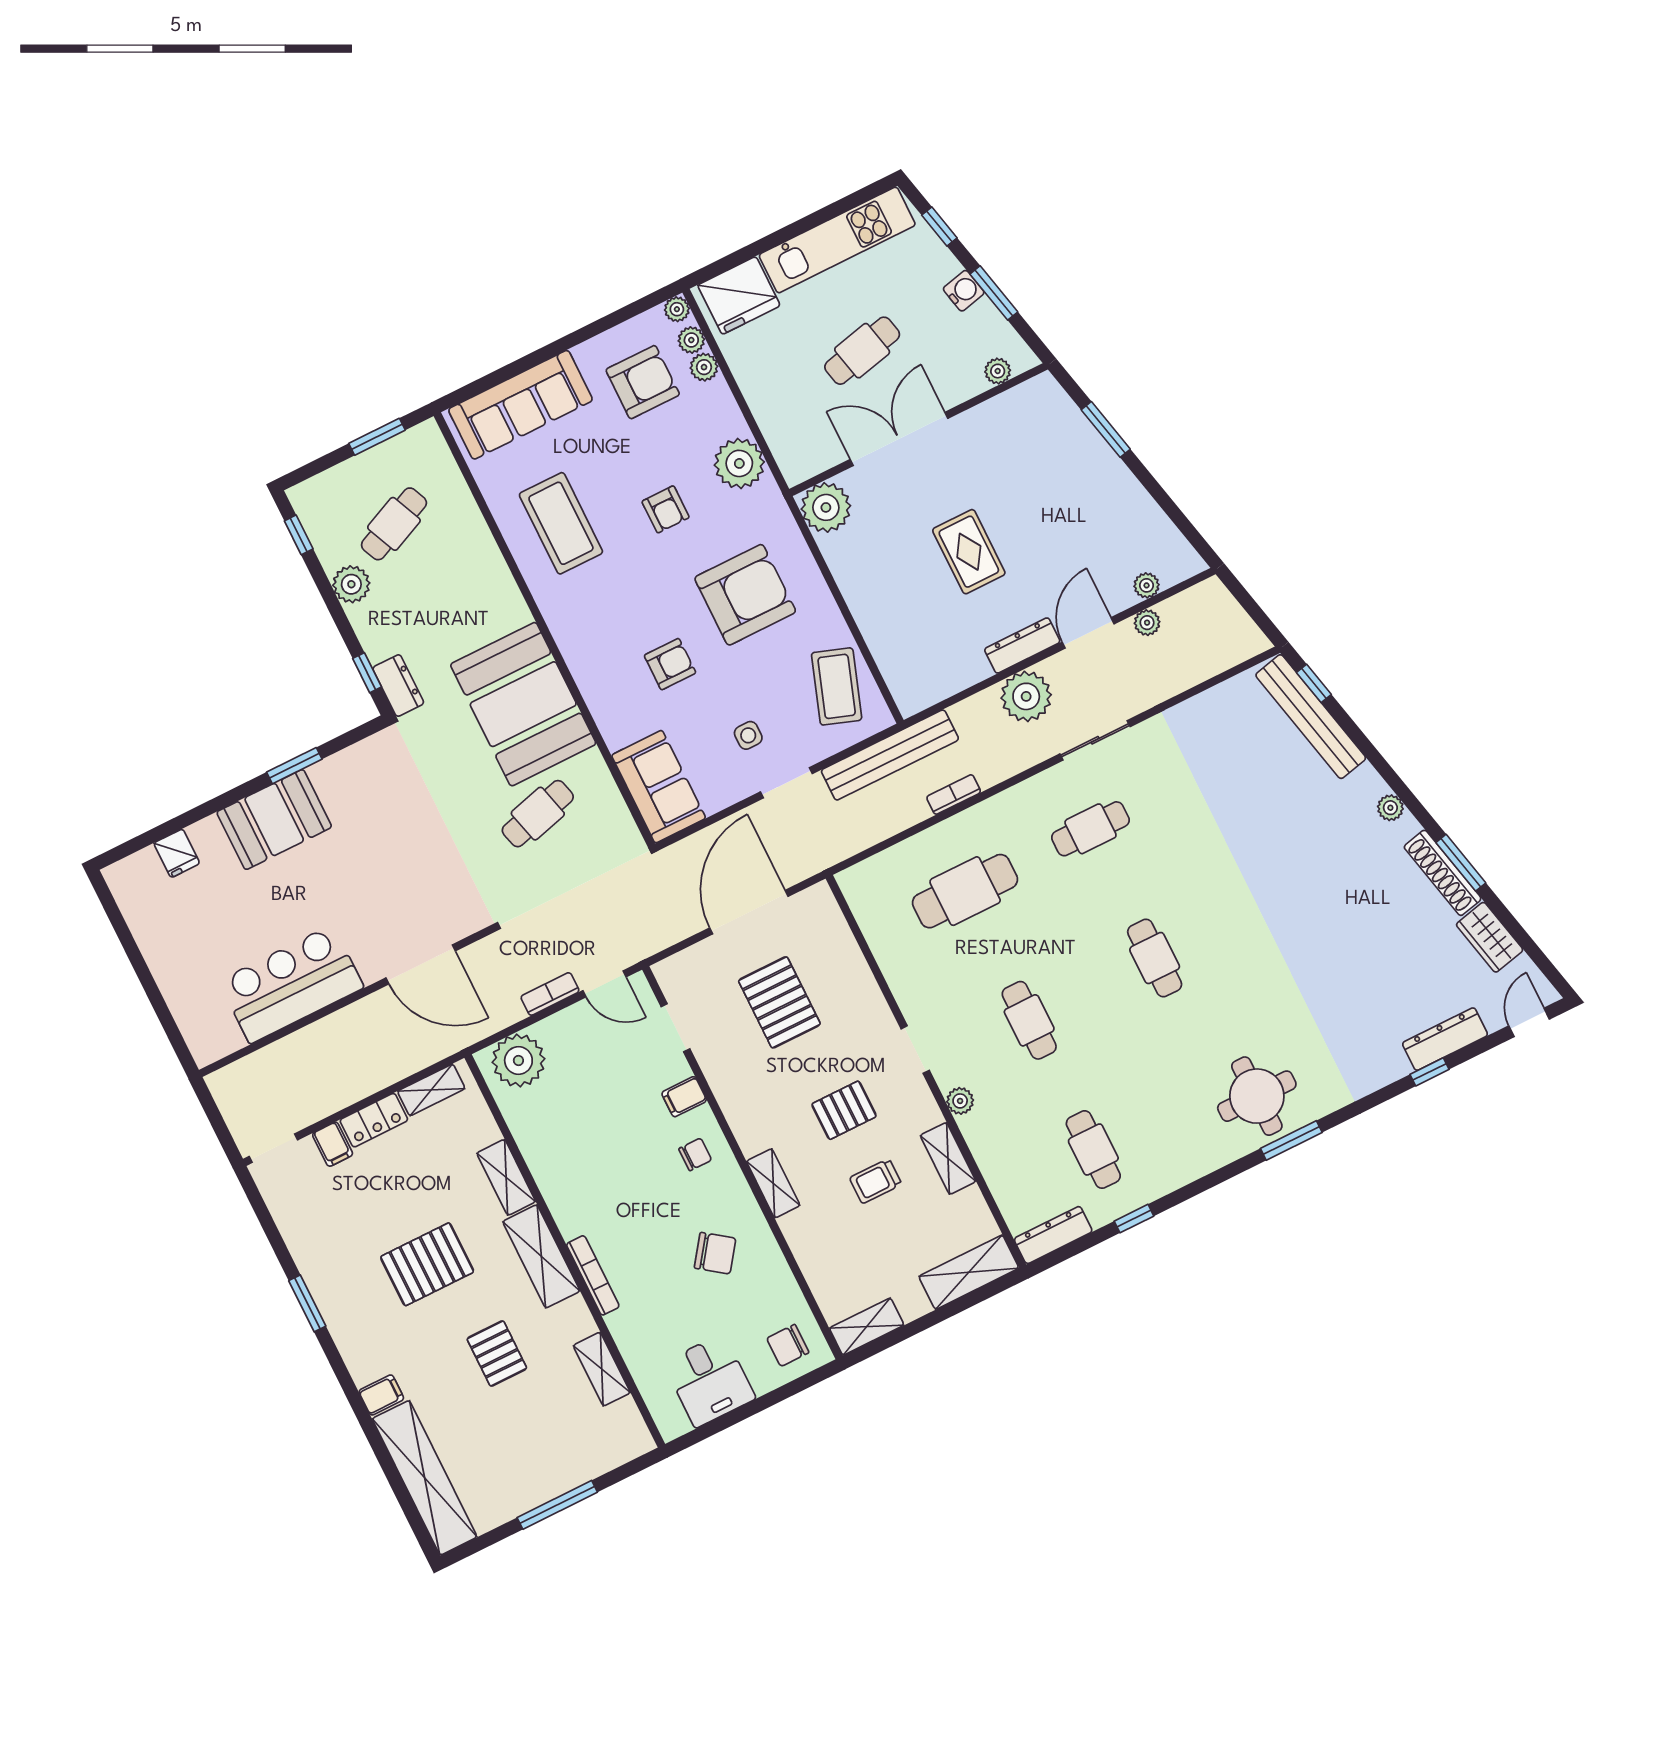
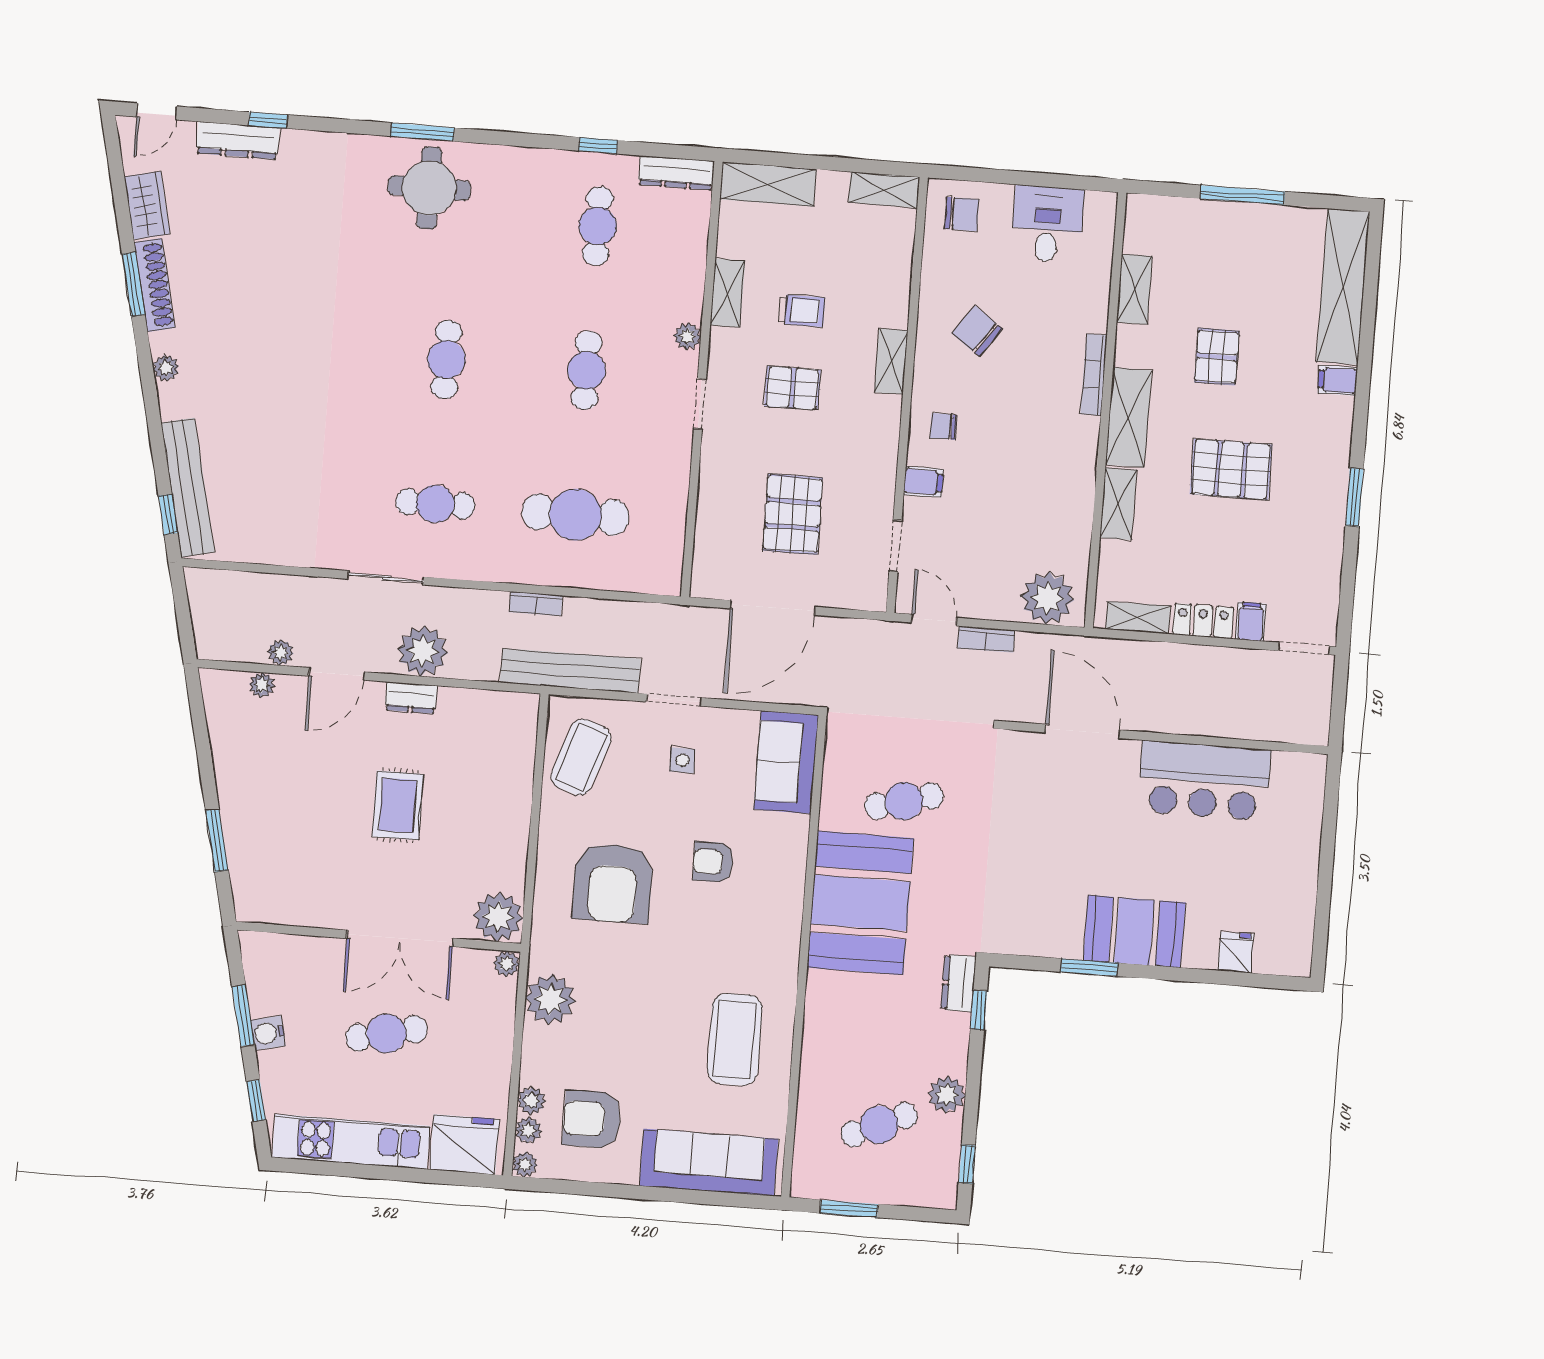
plant: (998, 371) -> (507, 964), moved
armchair: (666, 509) -> (637, 998), removed
armchair: (745, 595) -> (613, 883), turned -90
dresser: (1022, 646) -> (411, 698), width x0.70

